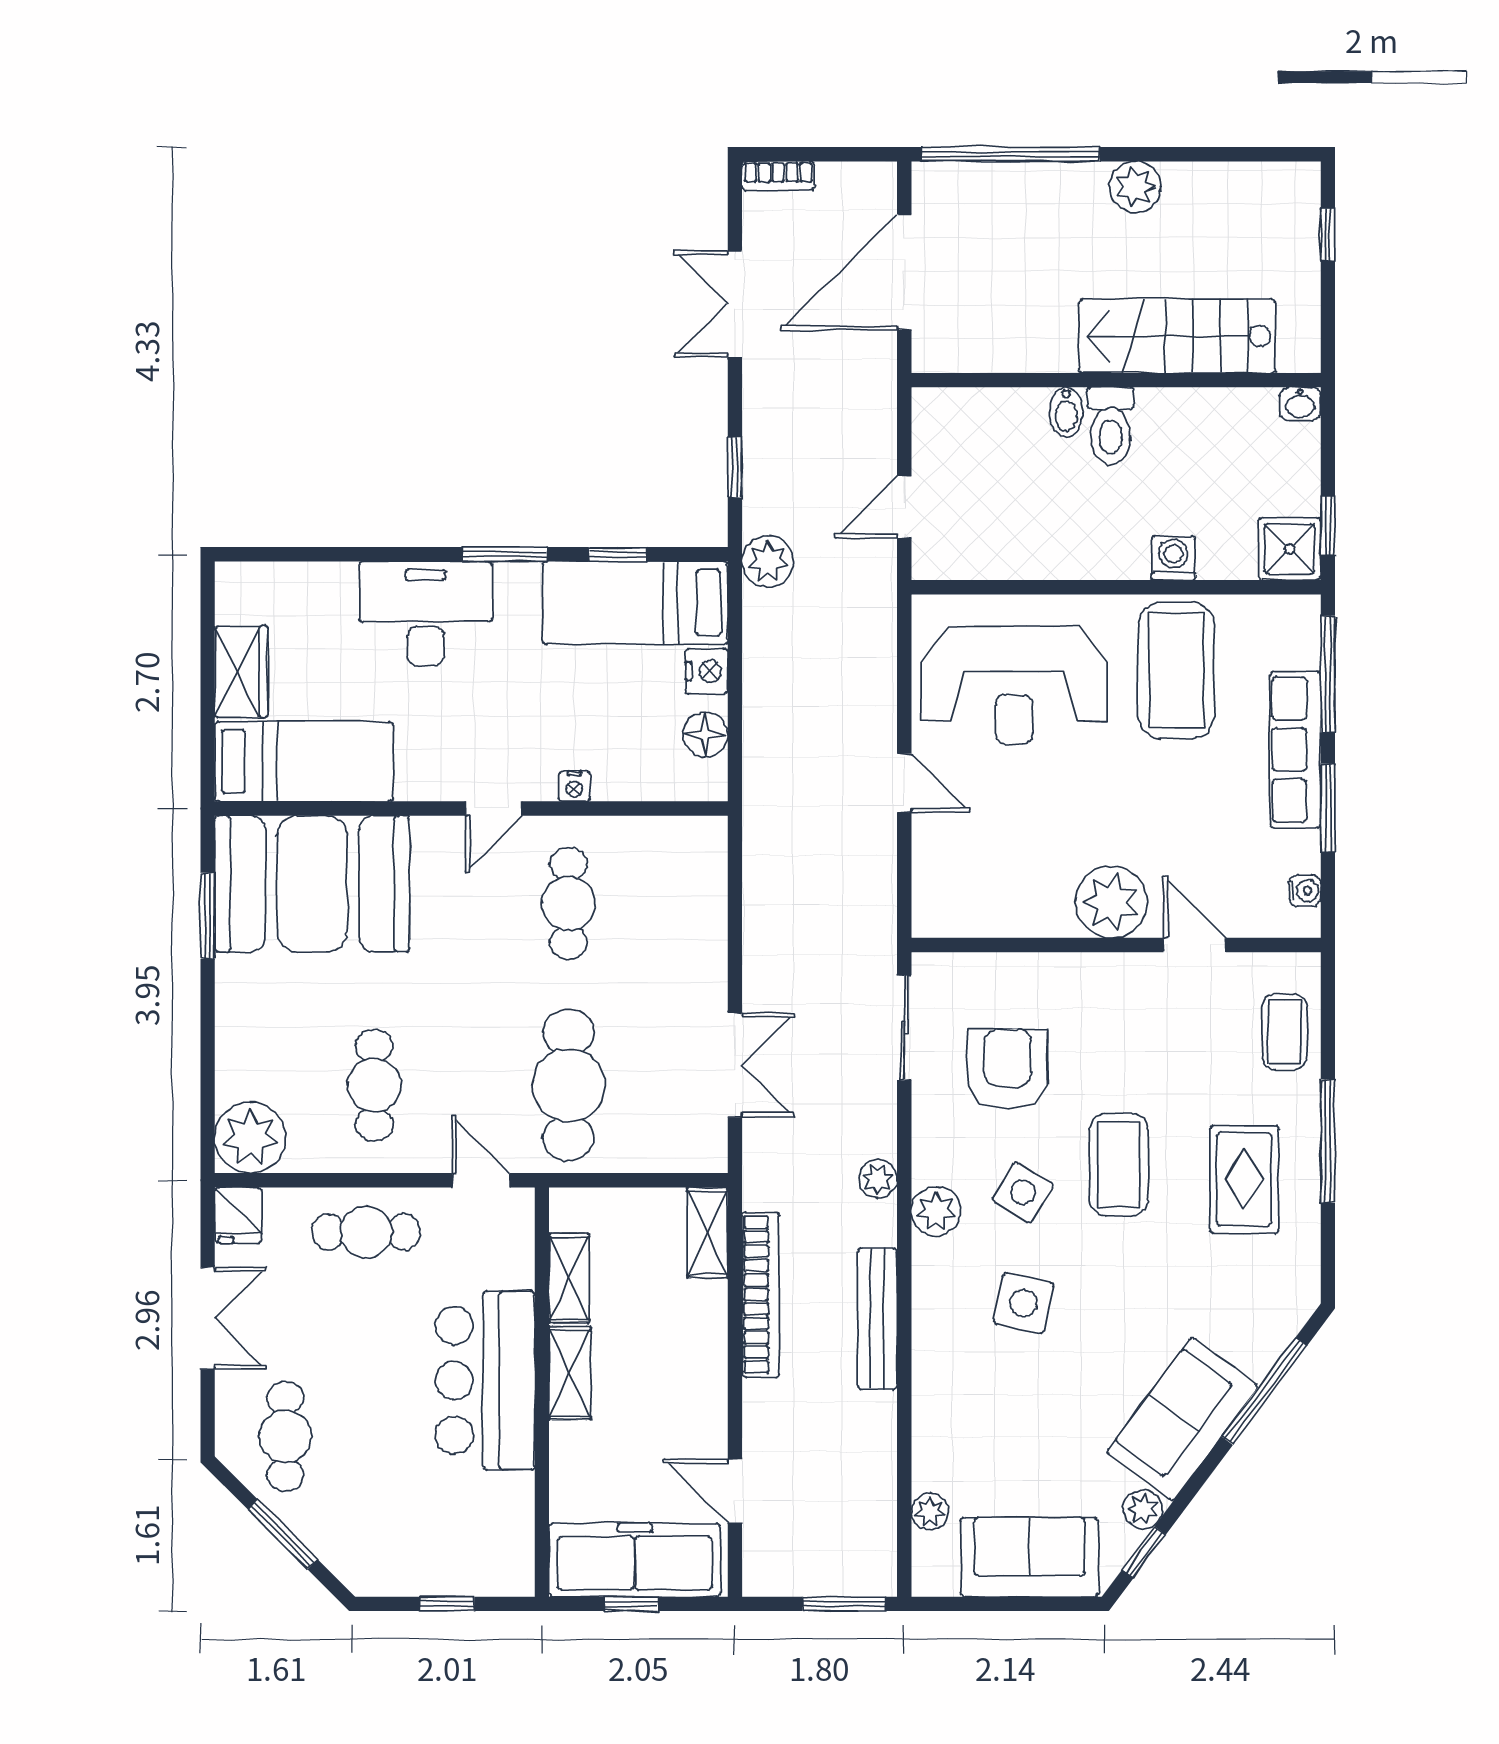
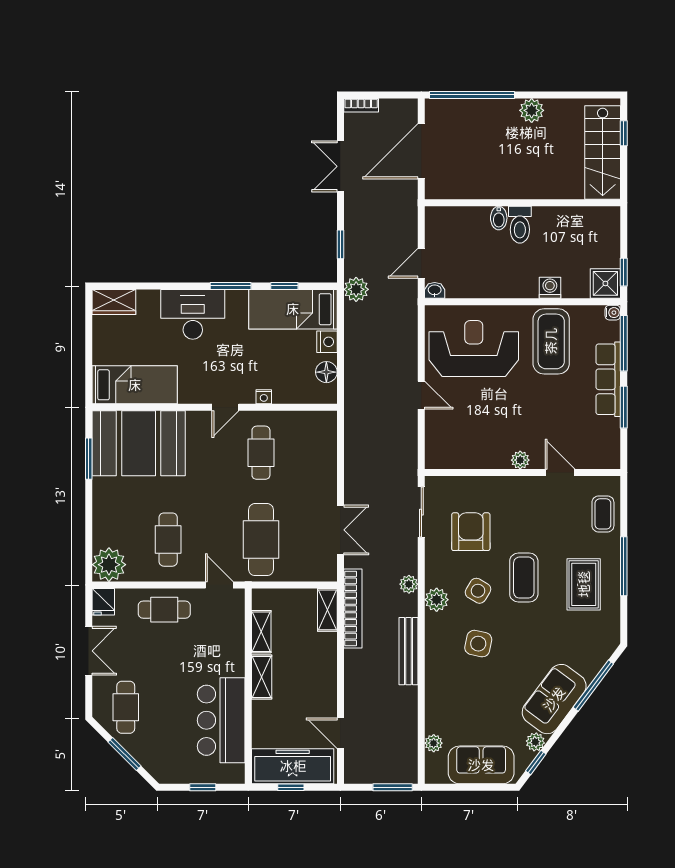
stairs: (1177, 336) -> (603, 152), moved, turned -90
washbasin: (1300, 404) -> (435, 290), moved, turned 180
wardrobe: (241, 672) -> (114, 302), moved, turned 90
reception desk: (1014, 685) -> (474, 349), turned 180
water cooler: (1305, 890) -> (613, 313), moved
plant: (1111, 902) -> (520, 460), width x0.53, depth x0.53
bookcase: (761, 1295) -> (353, 609), moved
bar counter: (485, 1380) -> (221, 720), moved

